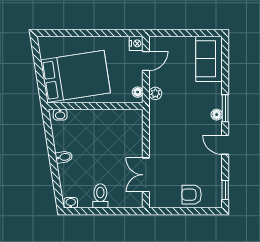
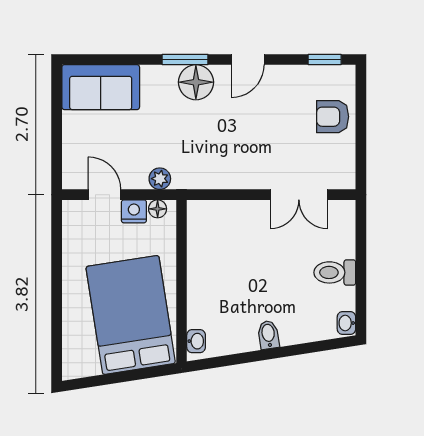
nightstand: (136, 43) -> (134, 211), moved
floor lamp: (217, 115) -> (196, 82), width x1.89, depth x1.89
armchair: (192, 195) -> (333, 117), turned 90

